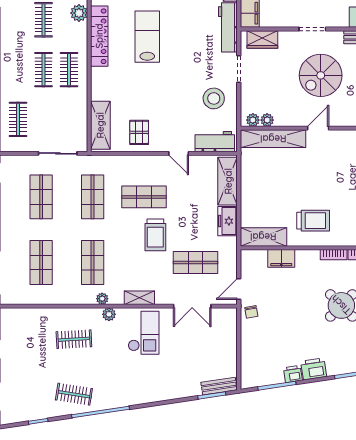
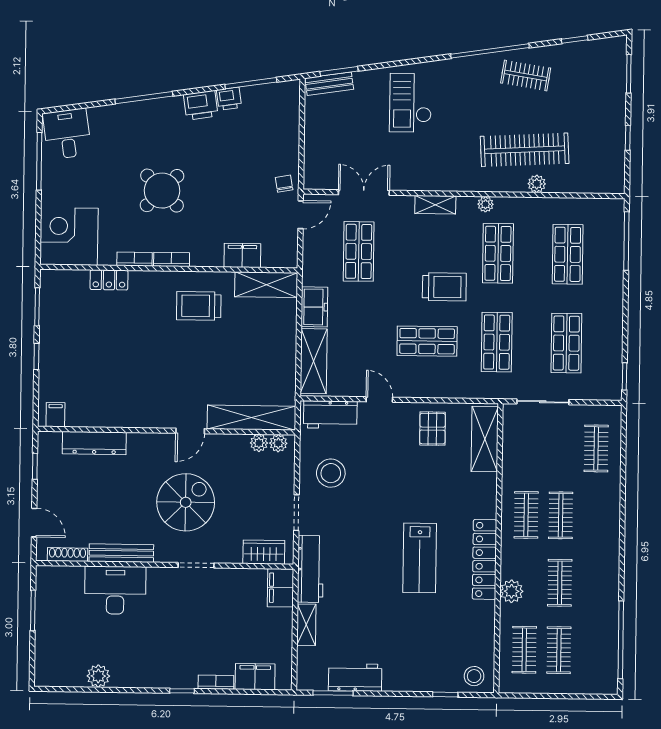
trolley: (155, 235) -> (444, 287), moved, turned 90
shop shelf: (195, 263) -> (359, 251), turned 90
plant: (109, 314) -> (537, 184), moved
checkout: (144, 333) -> (411, 103), moved
clothes rail: (74, 339) -> (525, 150), width x1.86, depth x1.31

